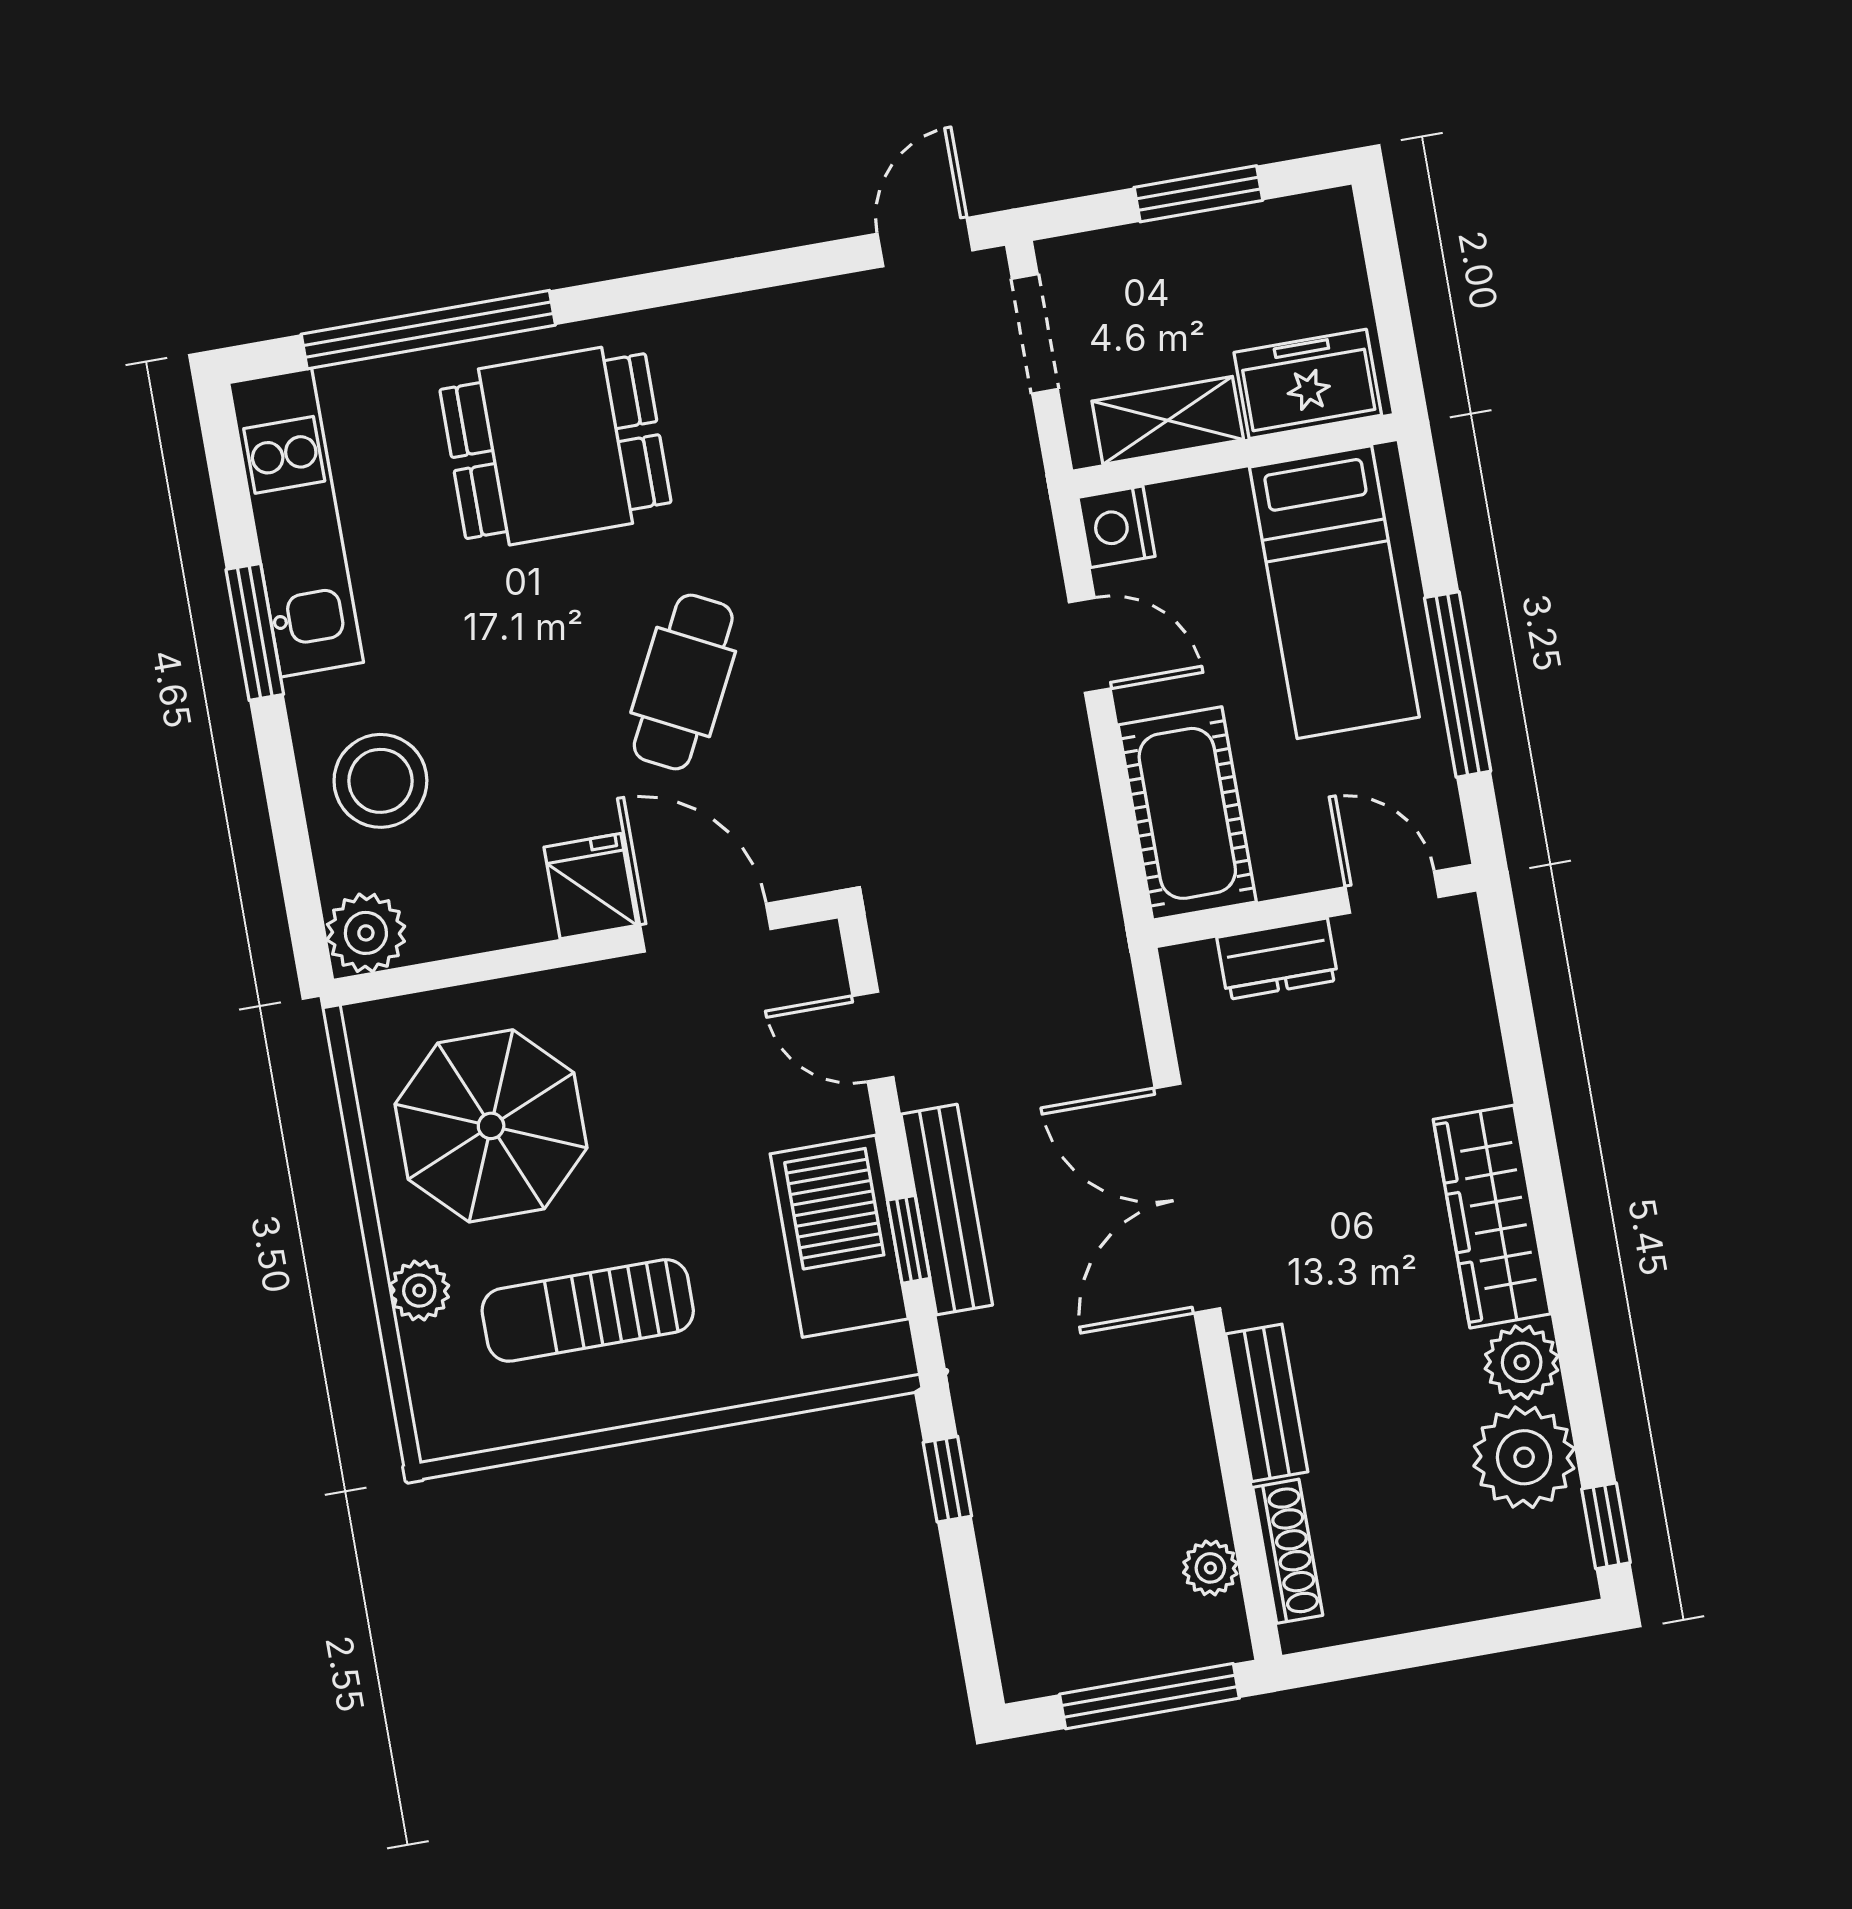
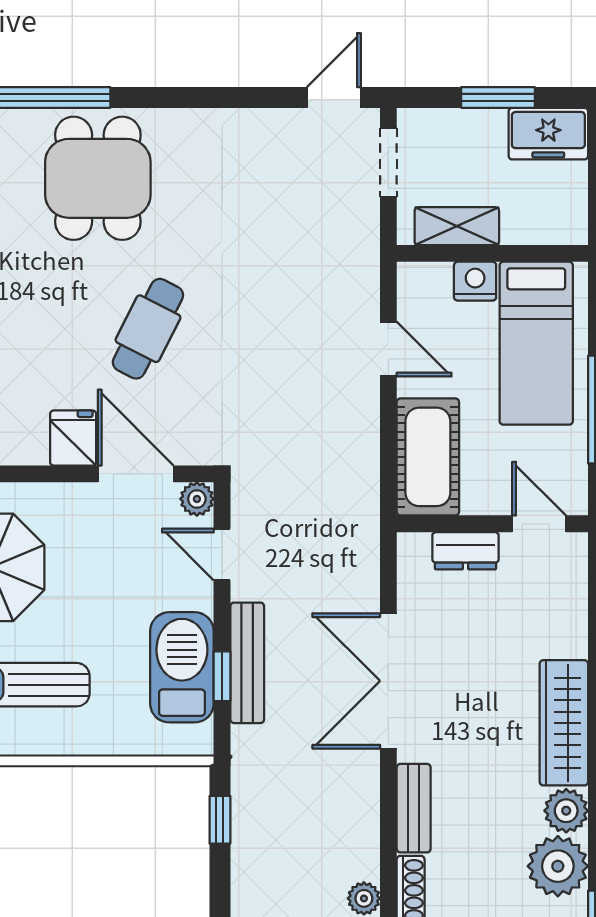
freezer: (1308, 384) -> (548, 134), moved, turned 180
dining table: (555, 446) -> (98, 178), turned 90
nightstand: (1117, 527) -> (475, 281), moved, turned 90
plant: (815, 951) -> (197, 499), added

